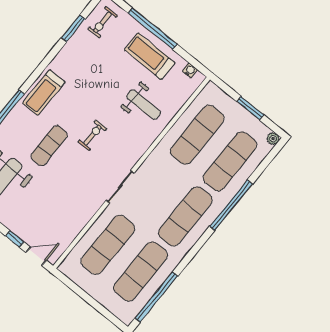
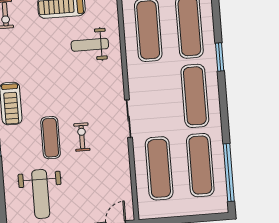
weight bench: (144, 105) -> (90, 45), turned 180
exercise bike: (92, 135) -> (82, 137), moved
window: (231, 205) -> (220, 57), width x0.47

